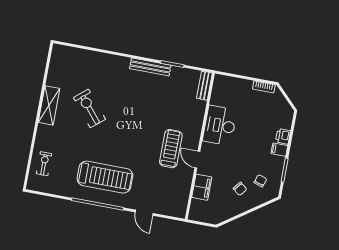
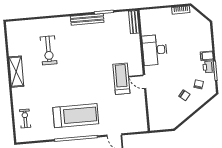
exercise bike: (89, 108) -> (49, 50), moved, turned -140
printer: (283, 136) -> (209, 67), moved
filing cabinet: (202, 187) -> (154, 102), removed

